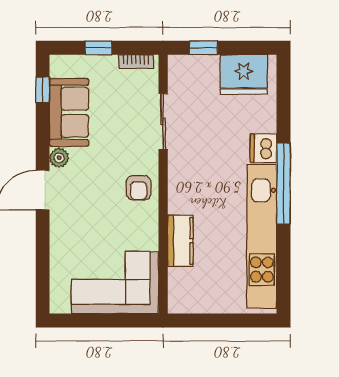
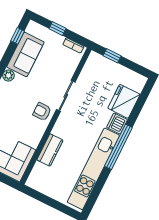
fridge: (244, 74) -> (124, 101), moved, turned 90
sliding door: (163, 122) -> (66, 96), moved
armchair: (139, 188) -> (42, 112), turned 90

